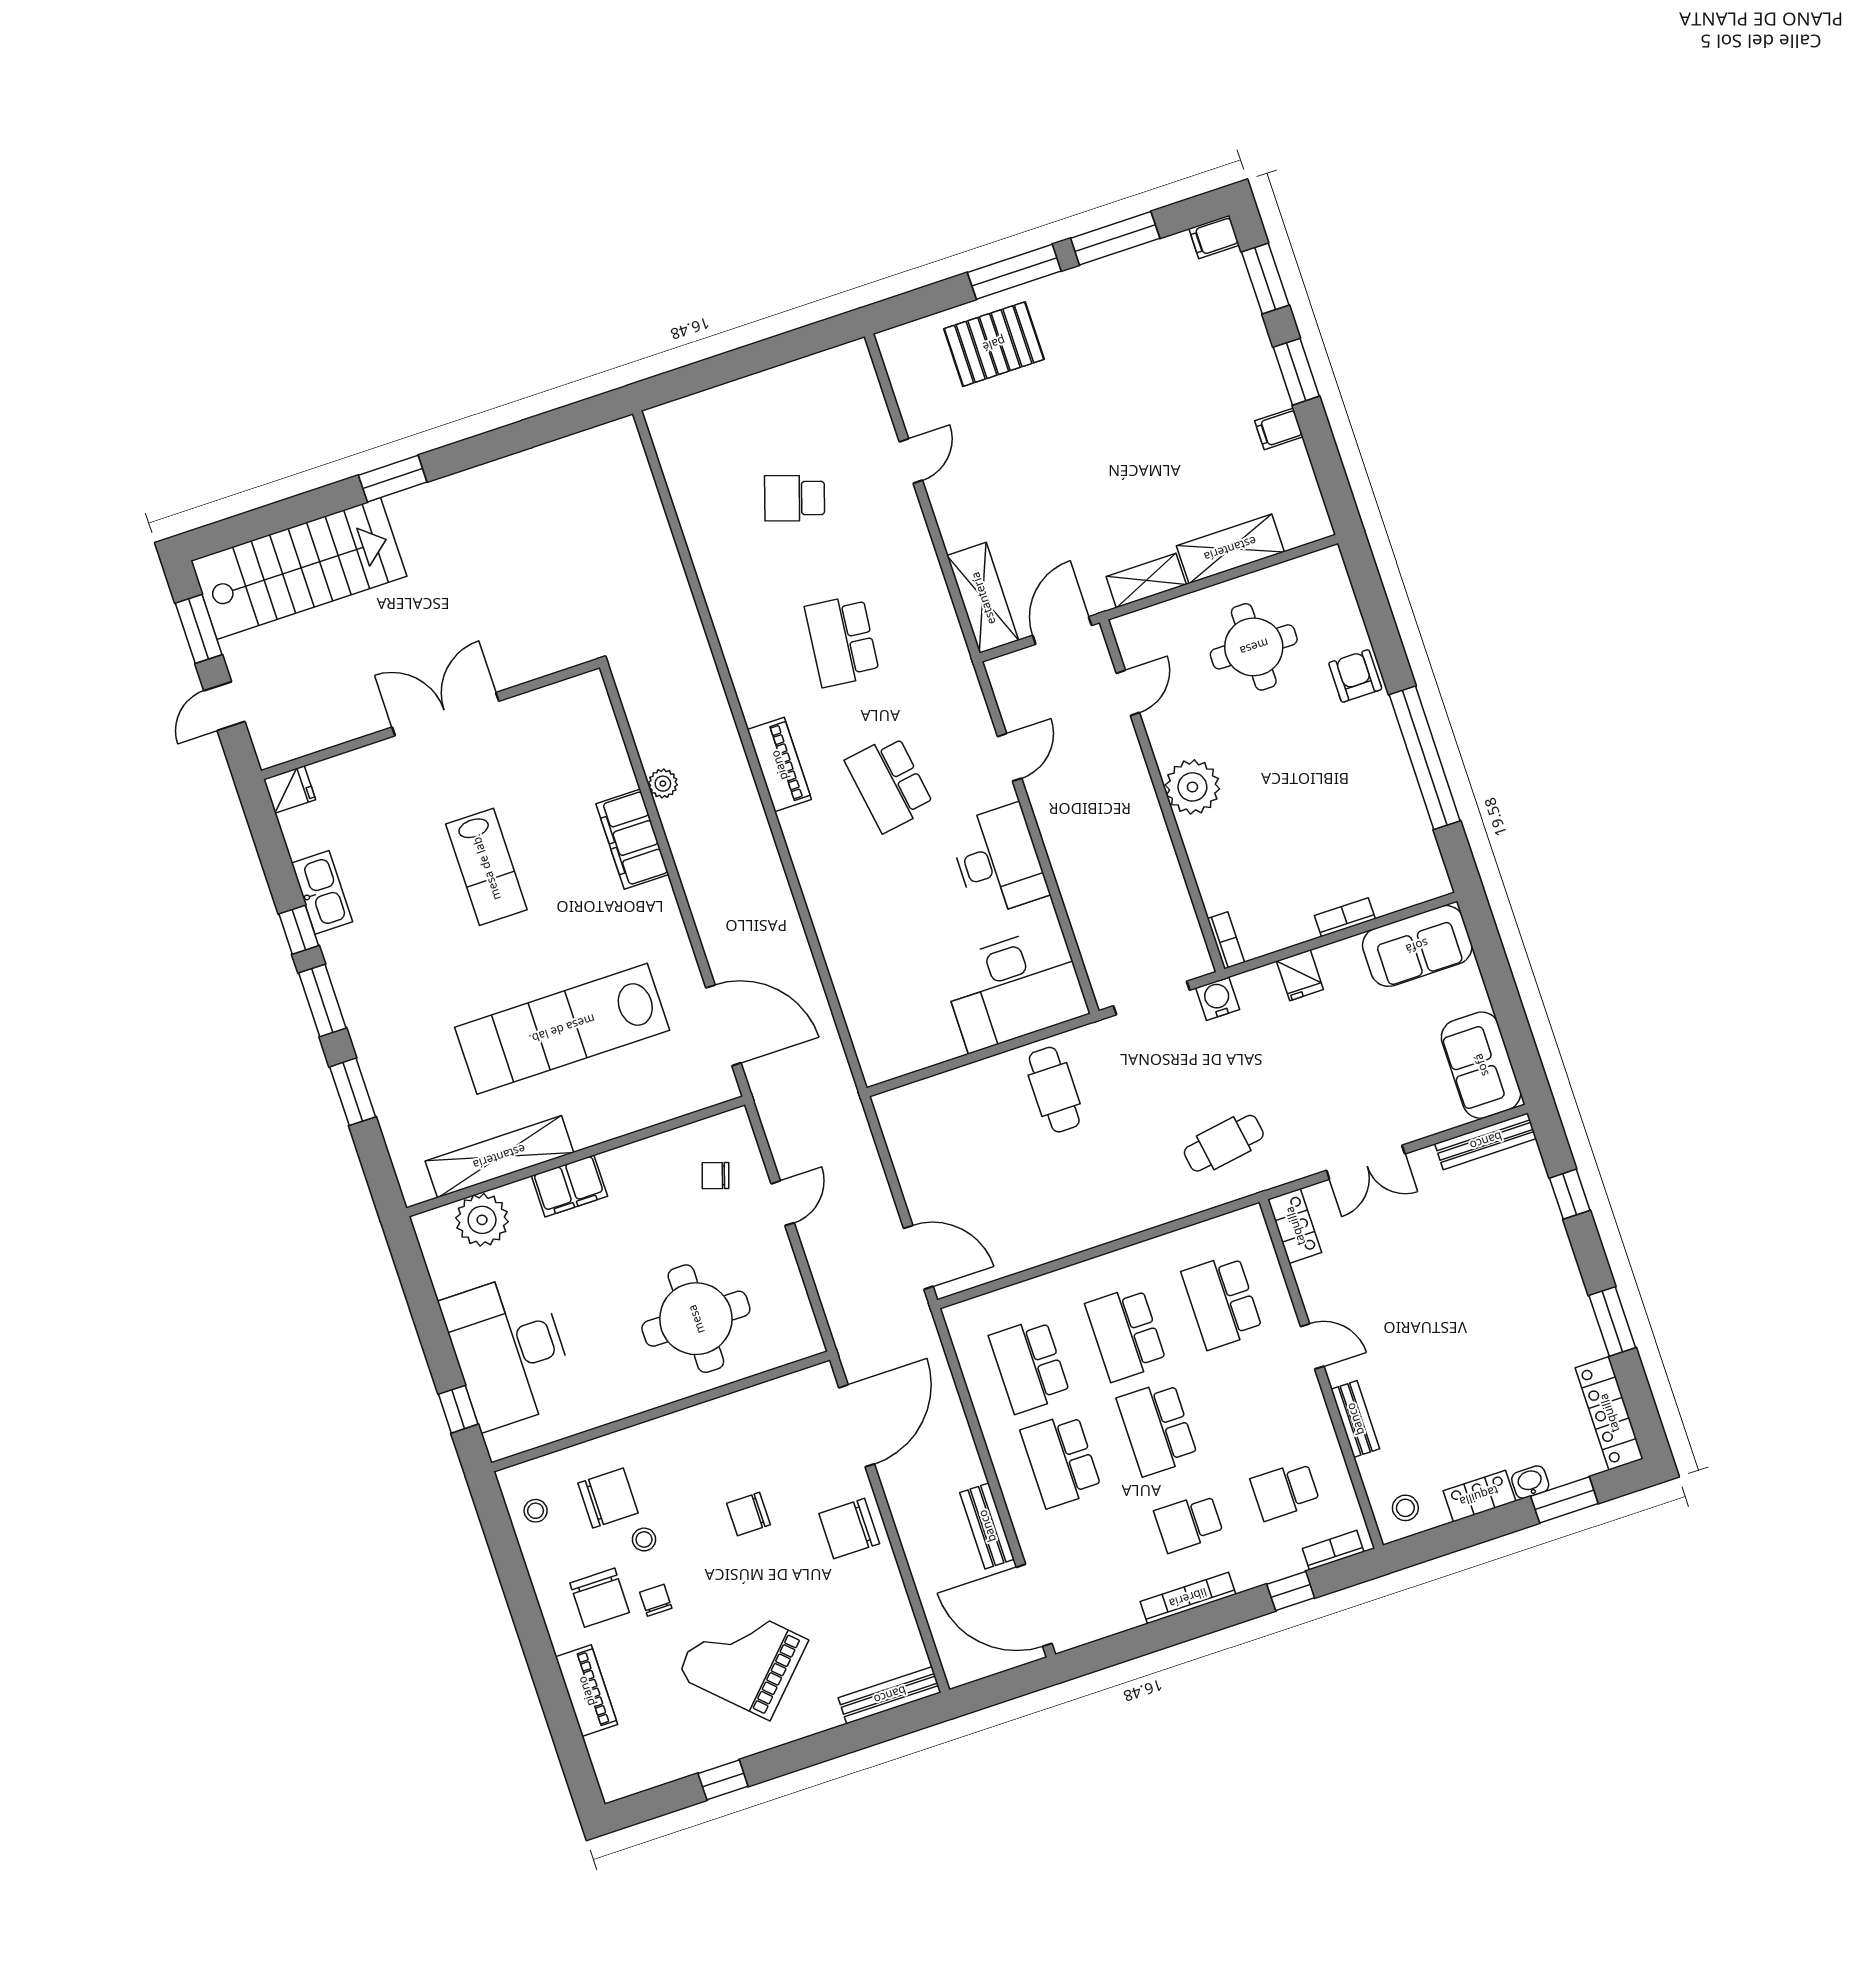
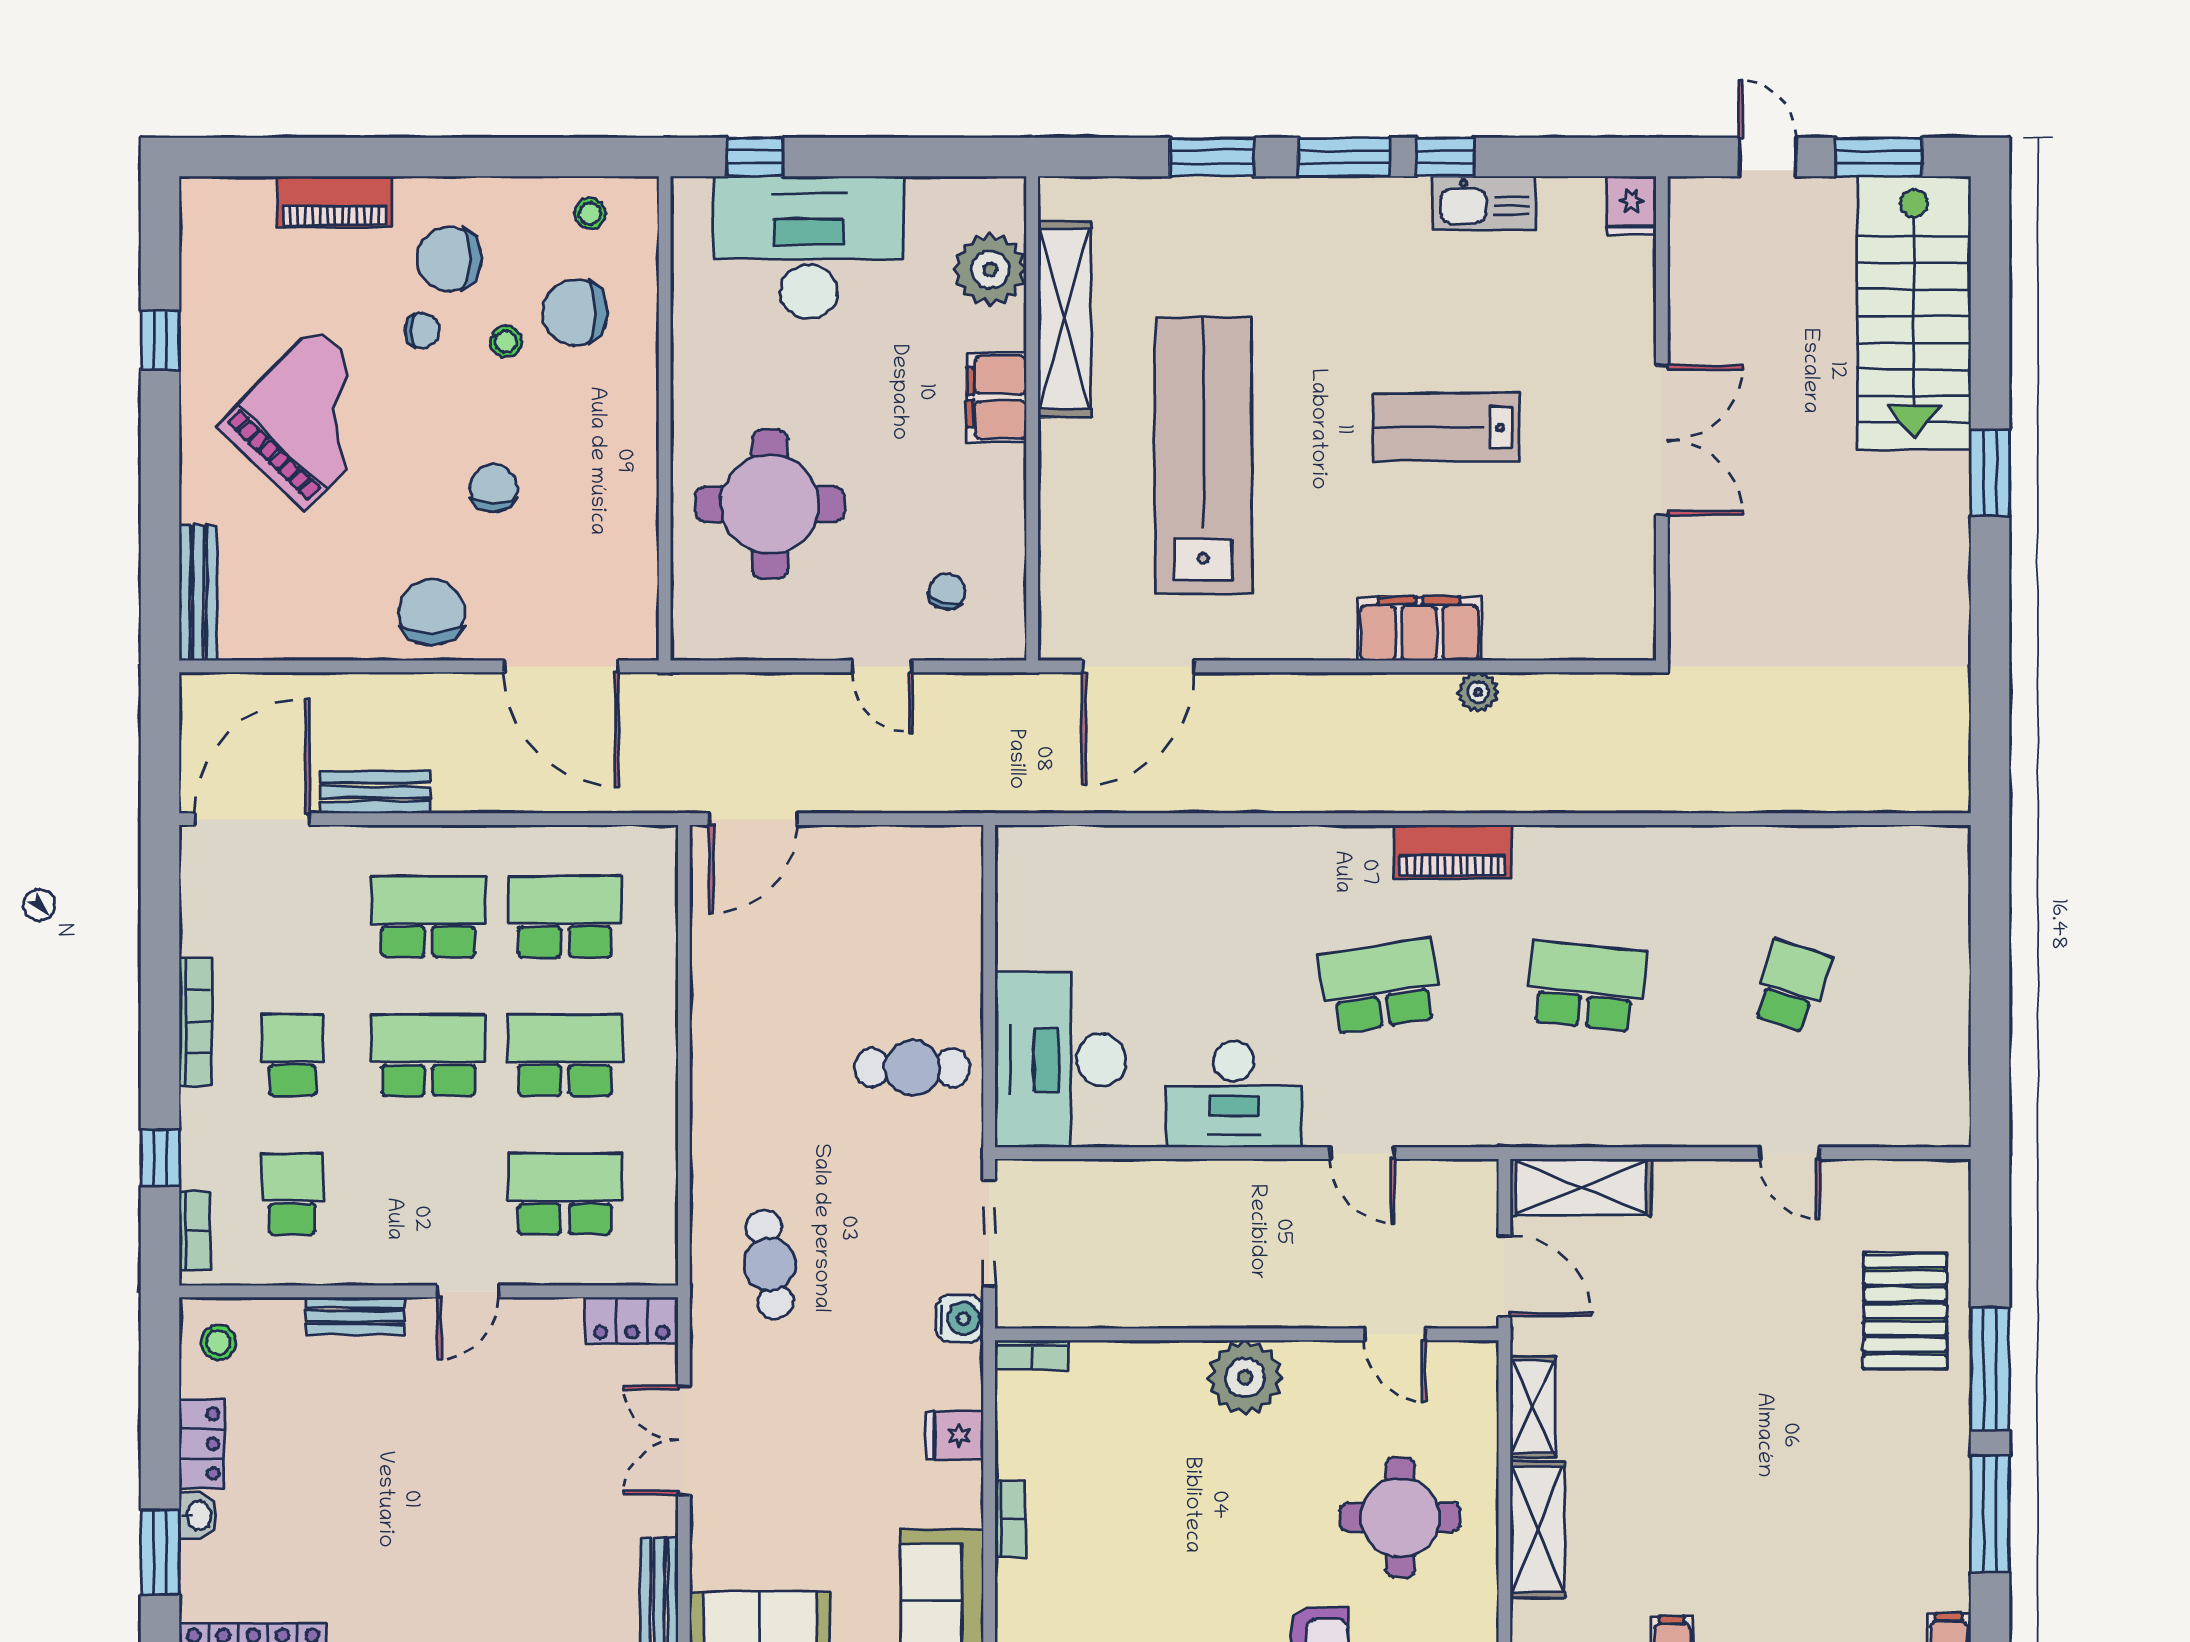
chair: (608, 1498) -> (575, 313), turned 90

